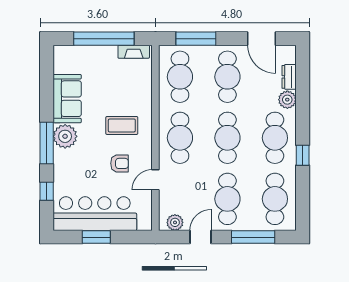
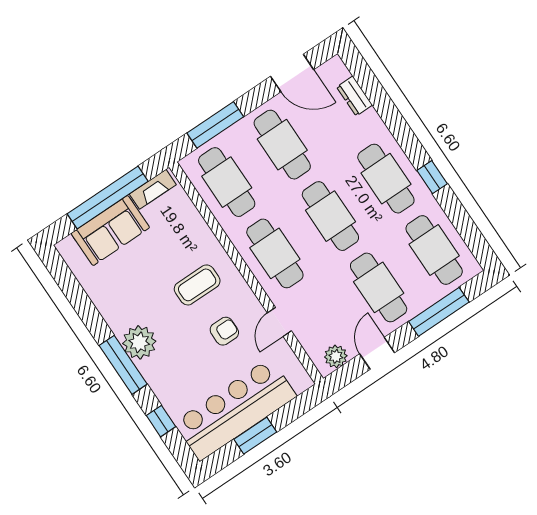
sofa: (67, 99) -> (110, 230), moved, turned 90
plant: (287, 100) -> (370, 124), removed

